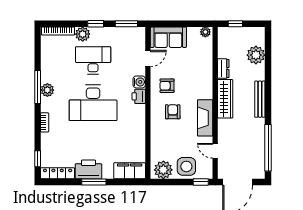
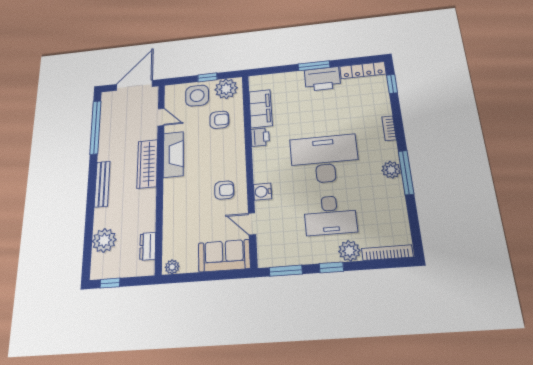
window: (235, 24) -> (110, 283), moved
door: (148, 58) -> (252, 224), hinge flipped
dresser: (223, 69) -> (148, 246), moved
printer: (139, 96) -> (260, 137), moved
wardrobe: (225, 99) -> (147, 164), moved
armchair: (173, 112) -> (219, 120), moved, turned -90
filing cabinet: (130, 171) -> (261, 109), moved, turned -90
window: (201, 182) -> (207, 77), moved

